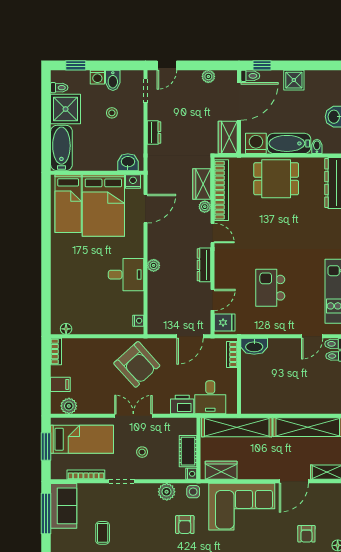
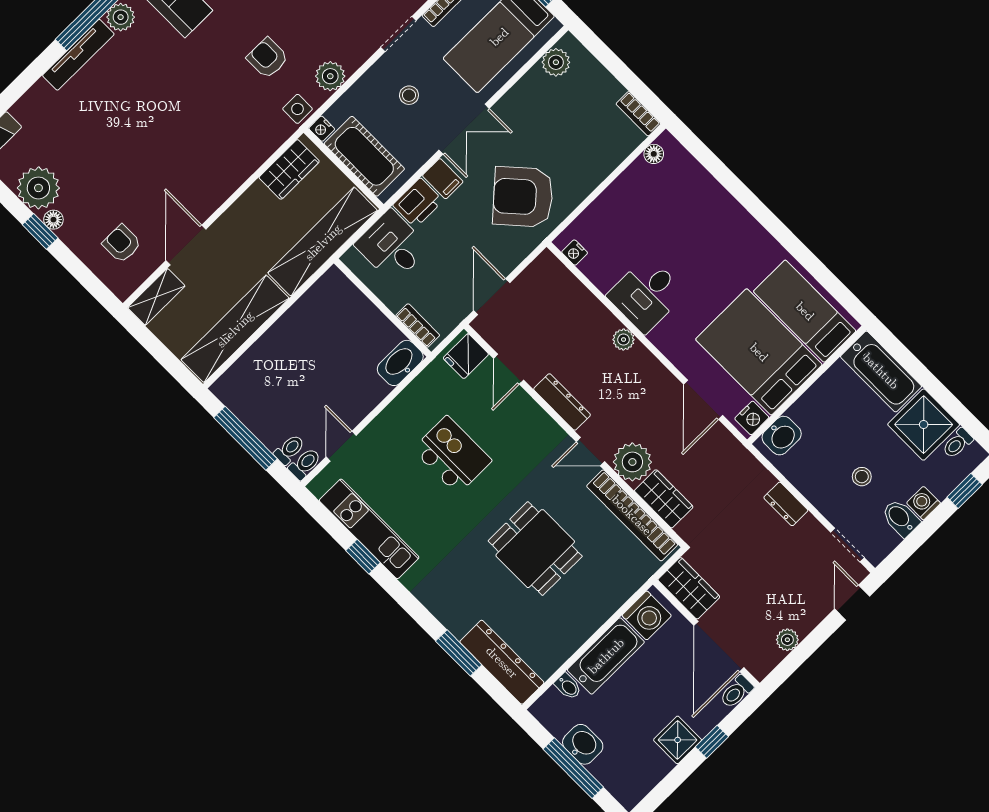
window: (262, 65) -> (712, 742), moved
dining table: (276, 179) -> (535, 549), moved, turned 90
plant: (205, 207) -> (632, 462), width x1.87, depth x1.87
filing cabinet: (60, 384) -> (443, 179), moved, turned -90
cot: (188, 451) -> (364, 156), width x1.37, depth x1.34
corner sofa: (242, 507) -> (219, 150), removed
armchair: (306, 534) -> (122, 244), moved

